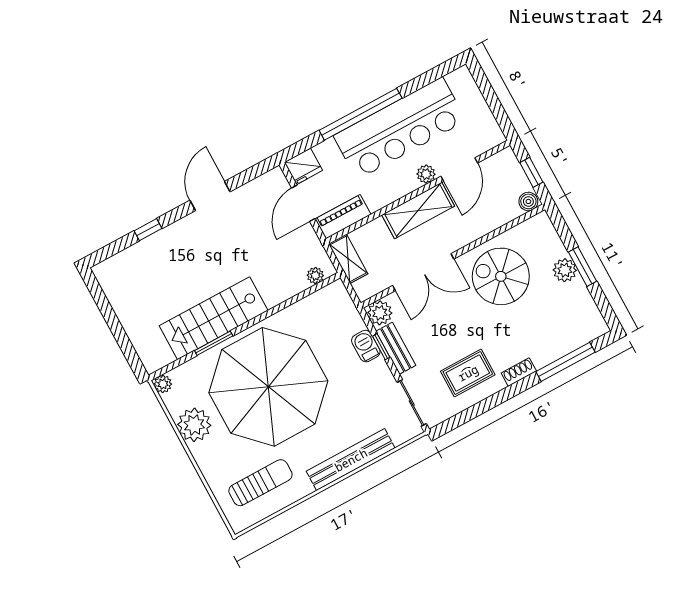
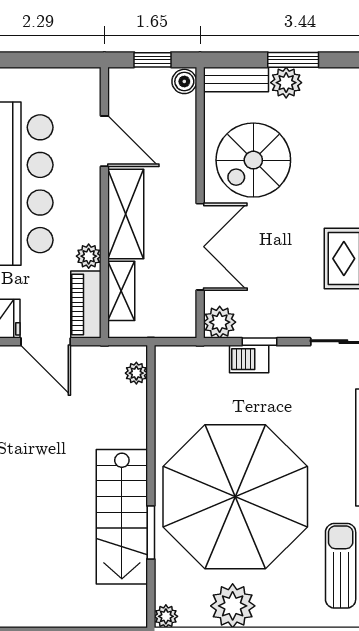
plant: (426, 174) -> (89, 256), moved
shelving: (348, 259) -> (121, 291), moved, turned 90
bench: (396, 348) -> (236, 79), moved

